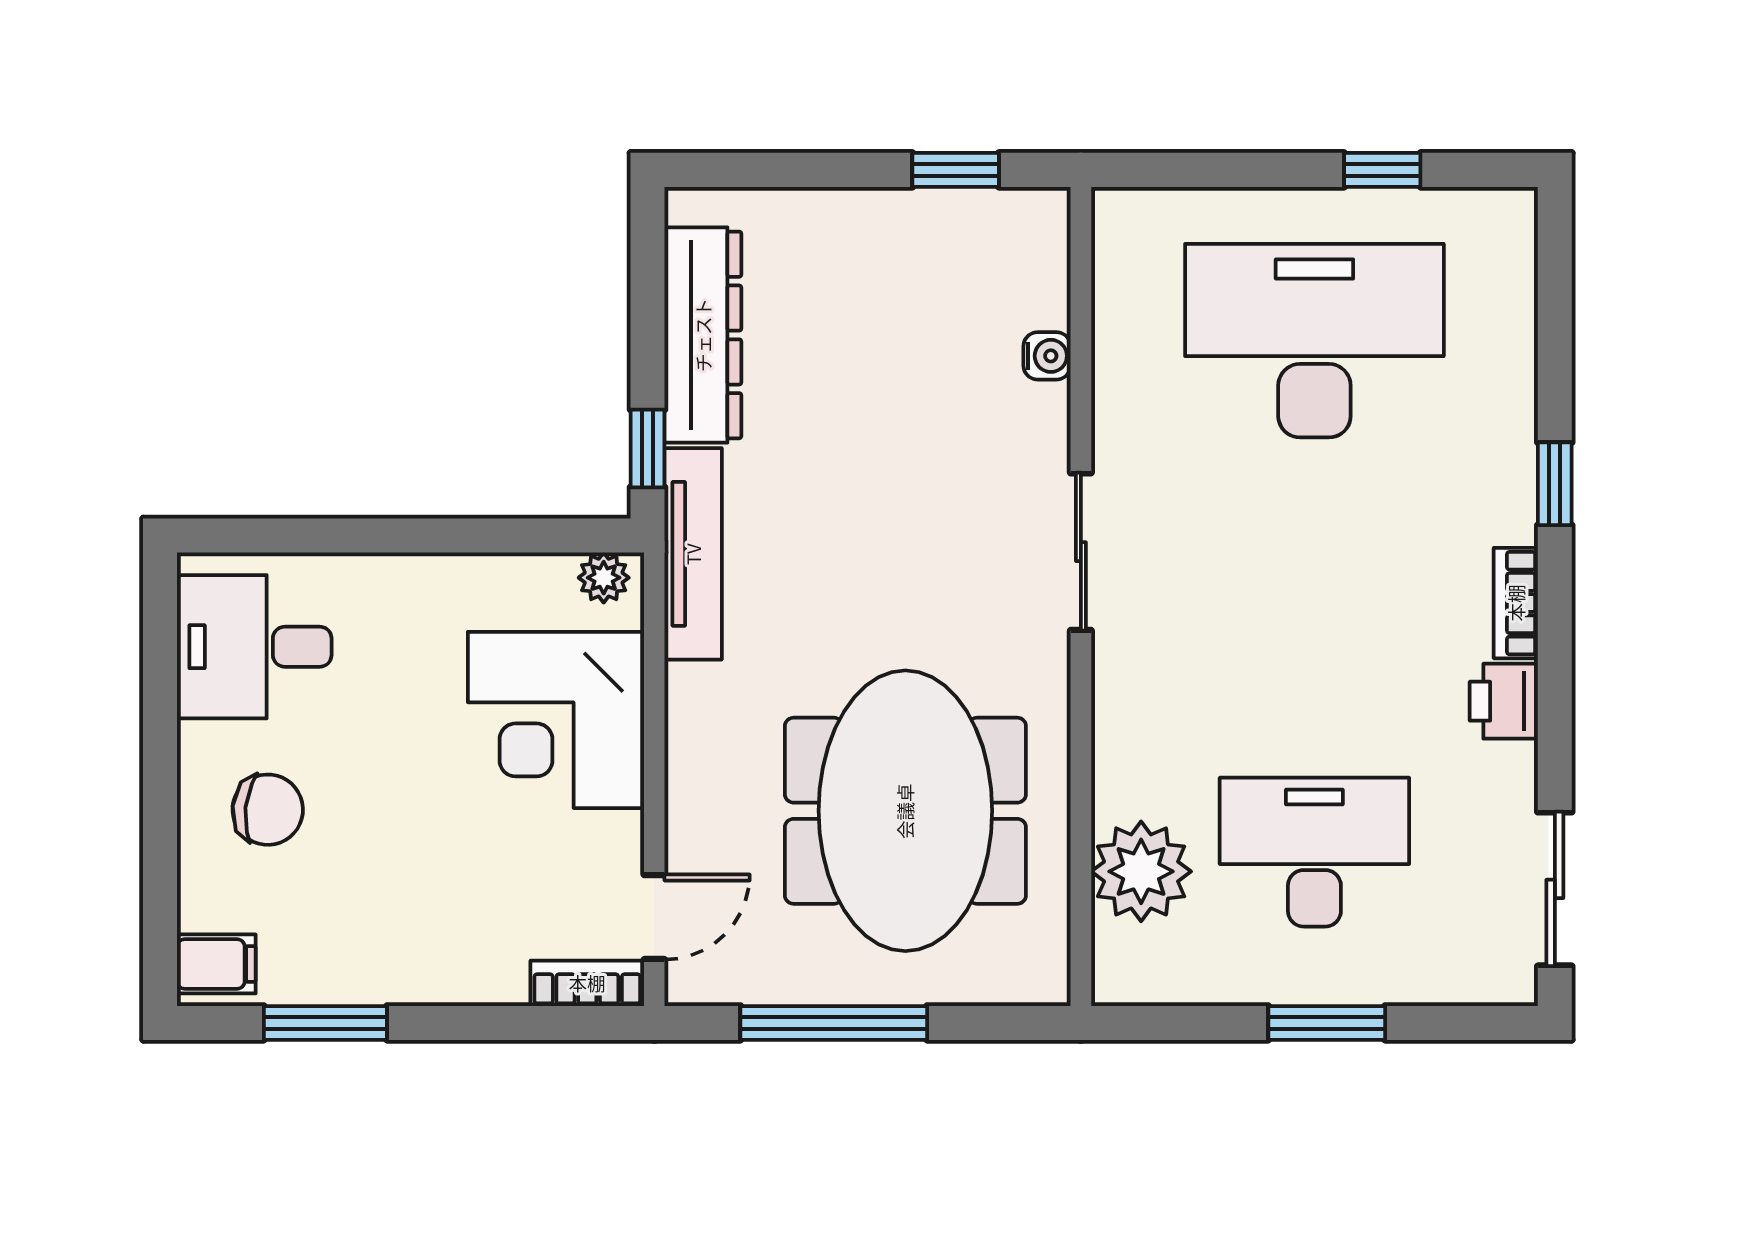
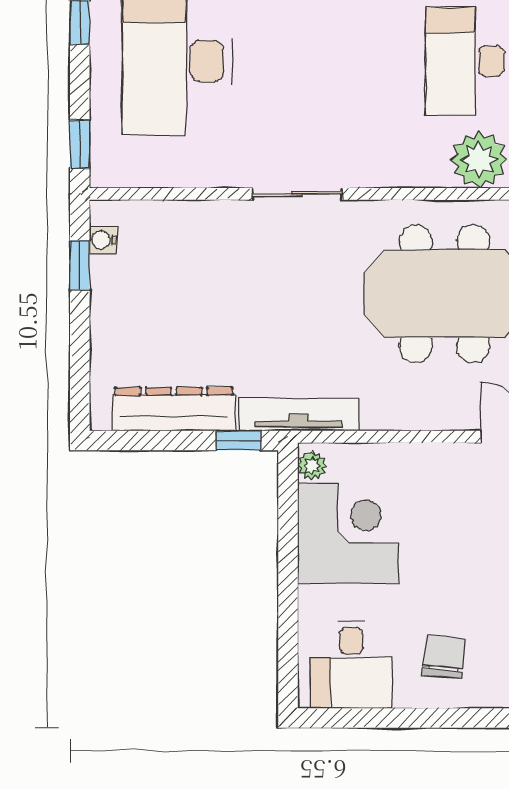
window: (1168, 170) -> (80, 144), added
water cooler: (1047, 356) -> (103, 240), moved, turned -90
corner desk: (556, 720) -> (348, 533), moved, turned -90

